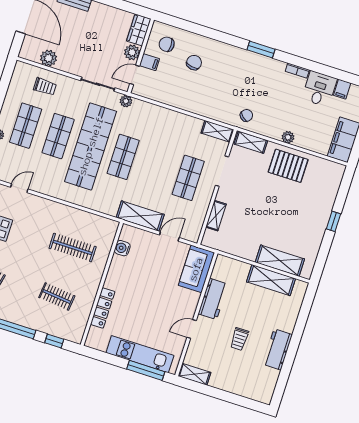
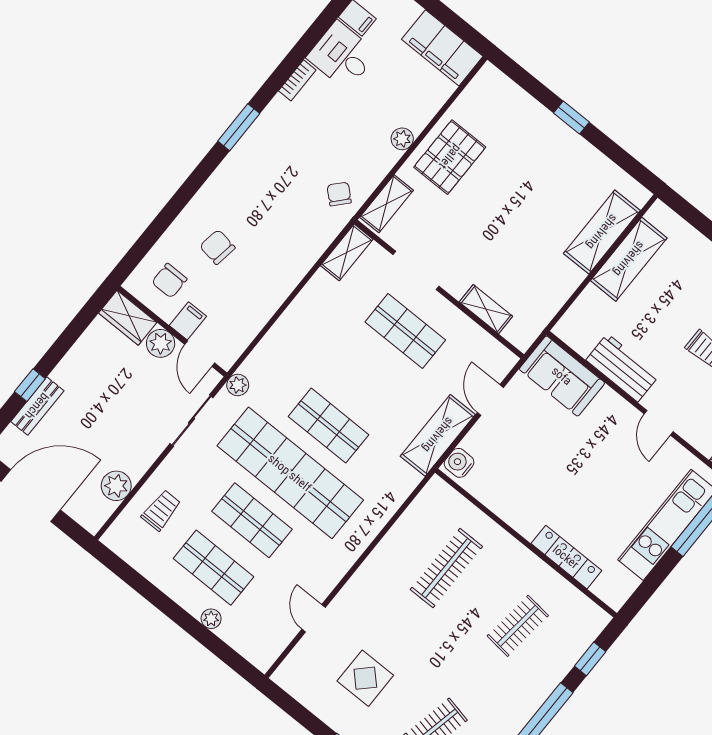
water cooler: (122, 248) -> (459, 463), moved, turned 90

